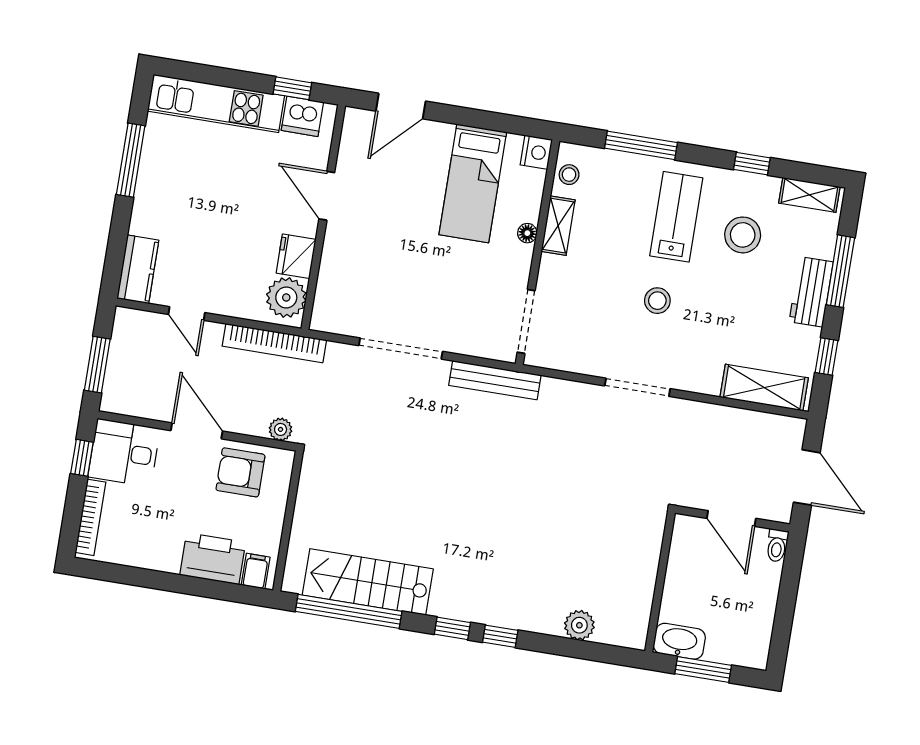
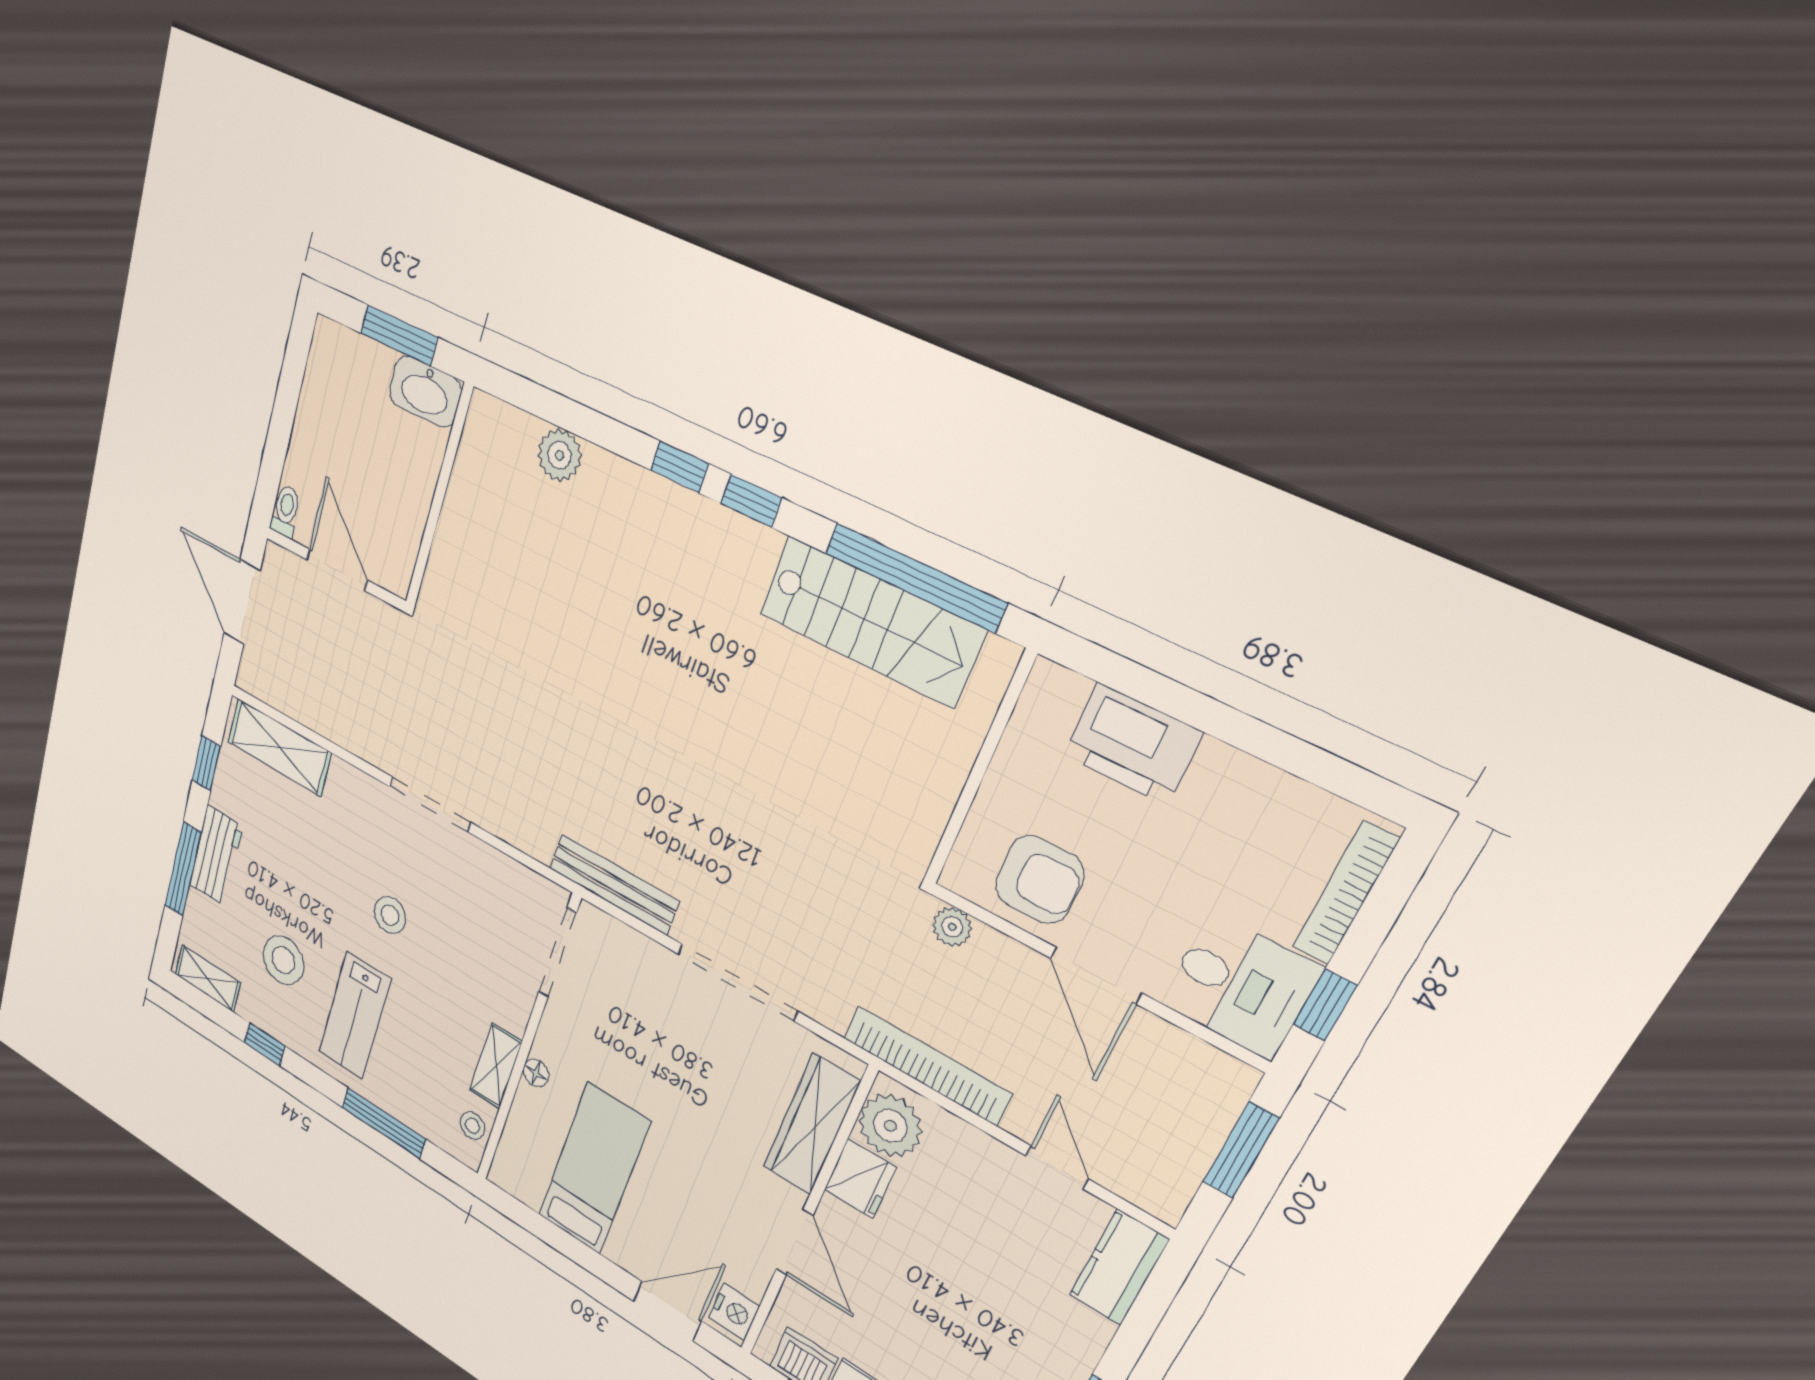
nightstand: (536, 152) -> (734, 1312), moved, turned 180
wardrobe: (334, 278) -> (811, 1124), added
filing cabinet: (256, 571) -> (1060, 698), removed

